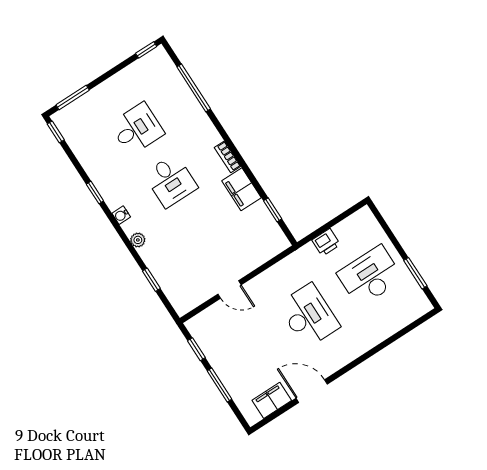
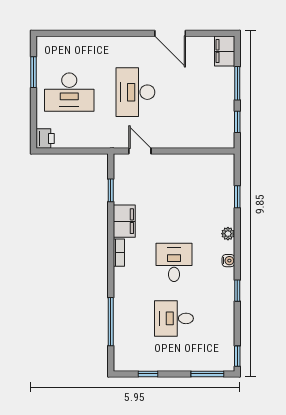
window: (146, 50) -> (148, 374), moved
printer: (326, 242) -> (45, 138), moved, turned 90
door: (229, 289) -> (140, 151), moved
filing cabinet: (272, 400) -> (225, 51), moved, turned 90

